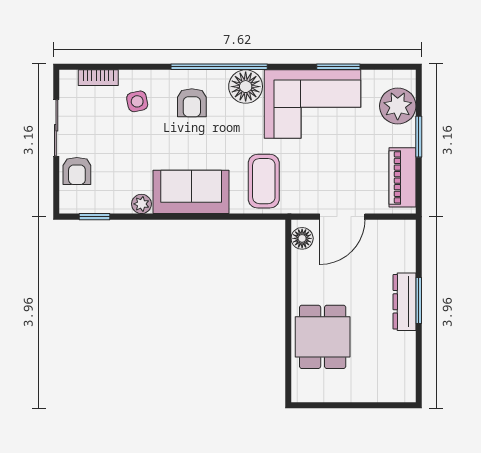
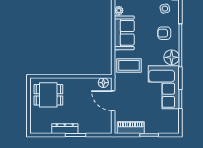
plant: (398, 106) -> (163, 126), removed
dresser: (405, 302) -> (65, 129), moved
dining table: (323, 337) -> (48, 95), moved

